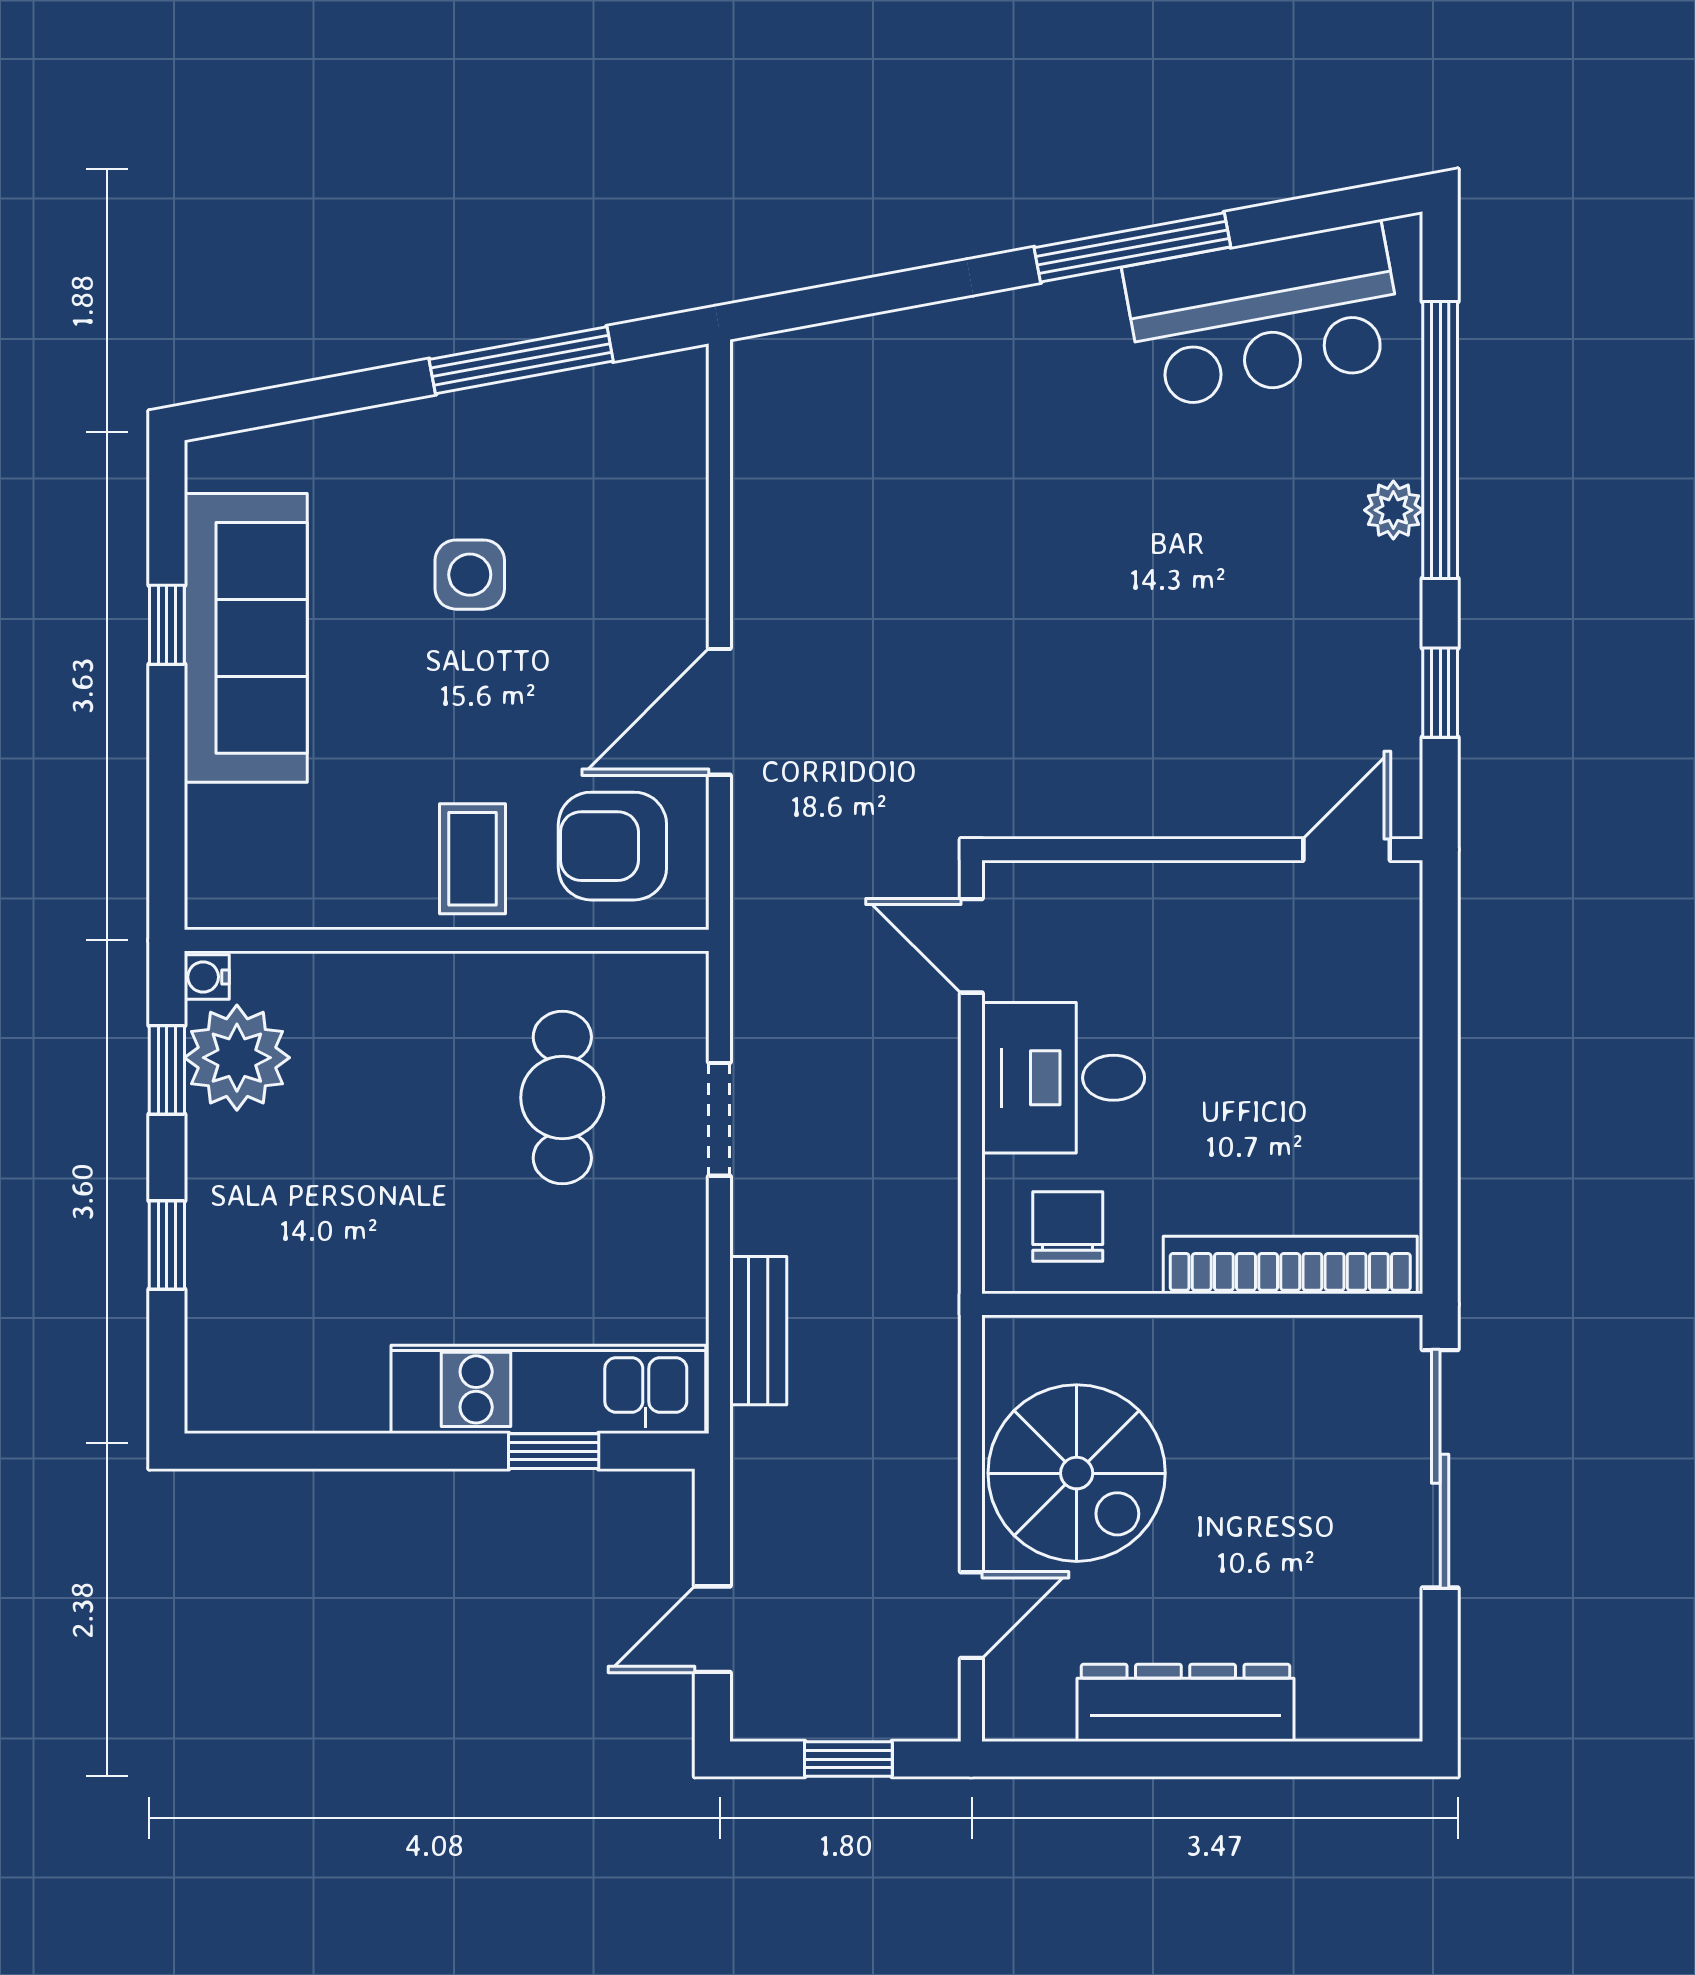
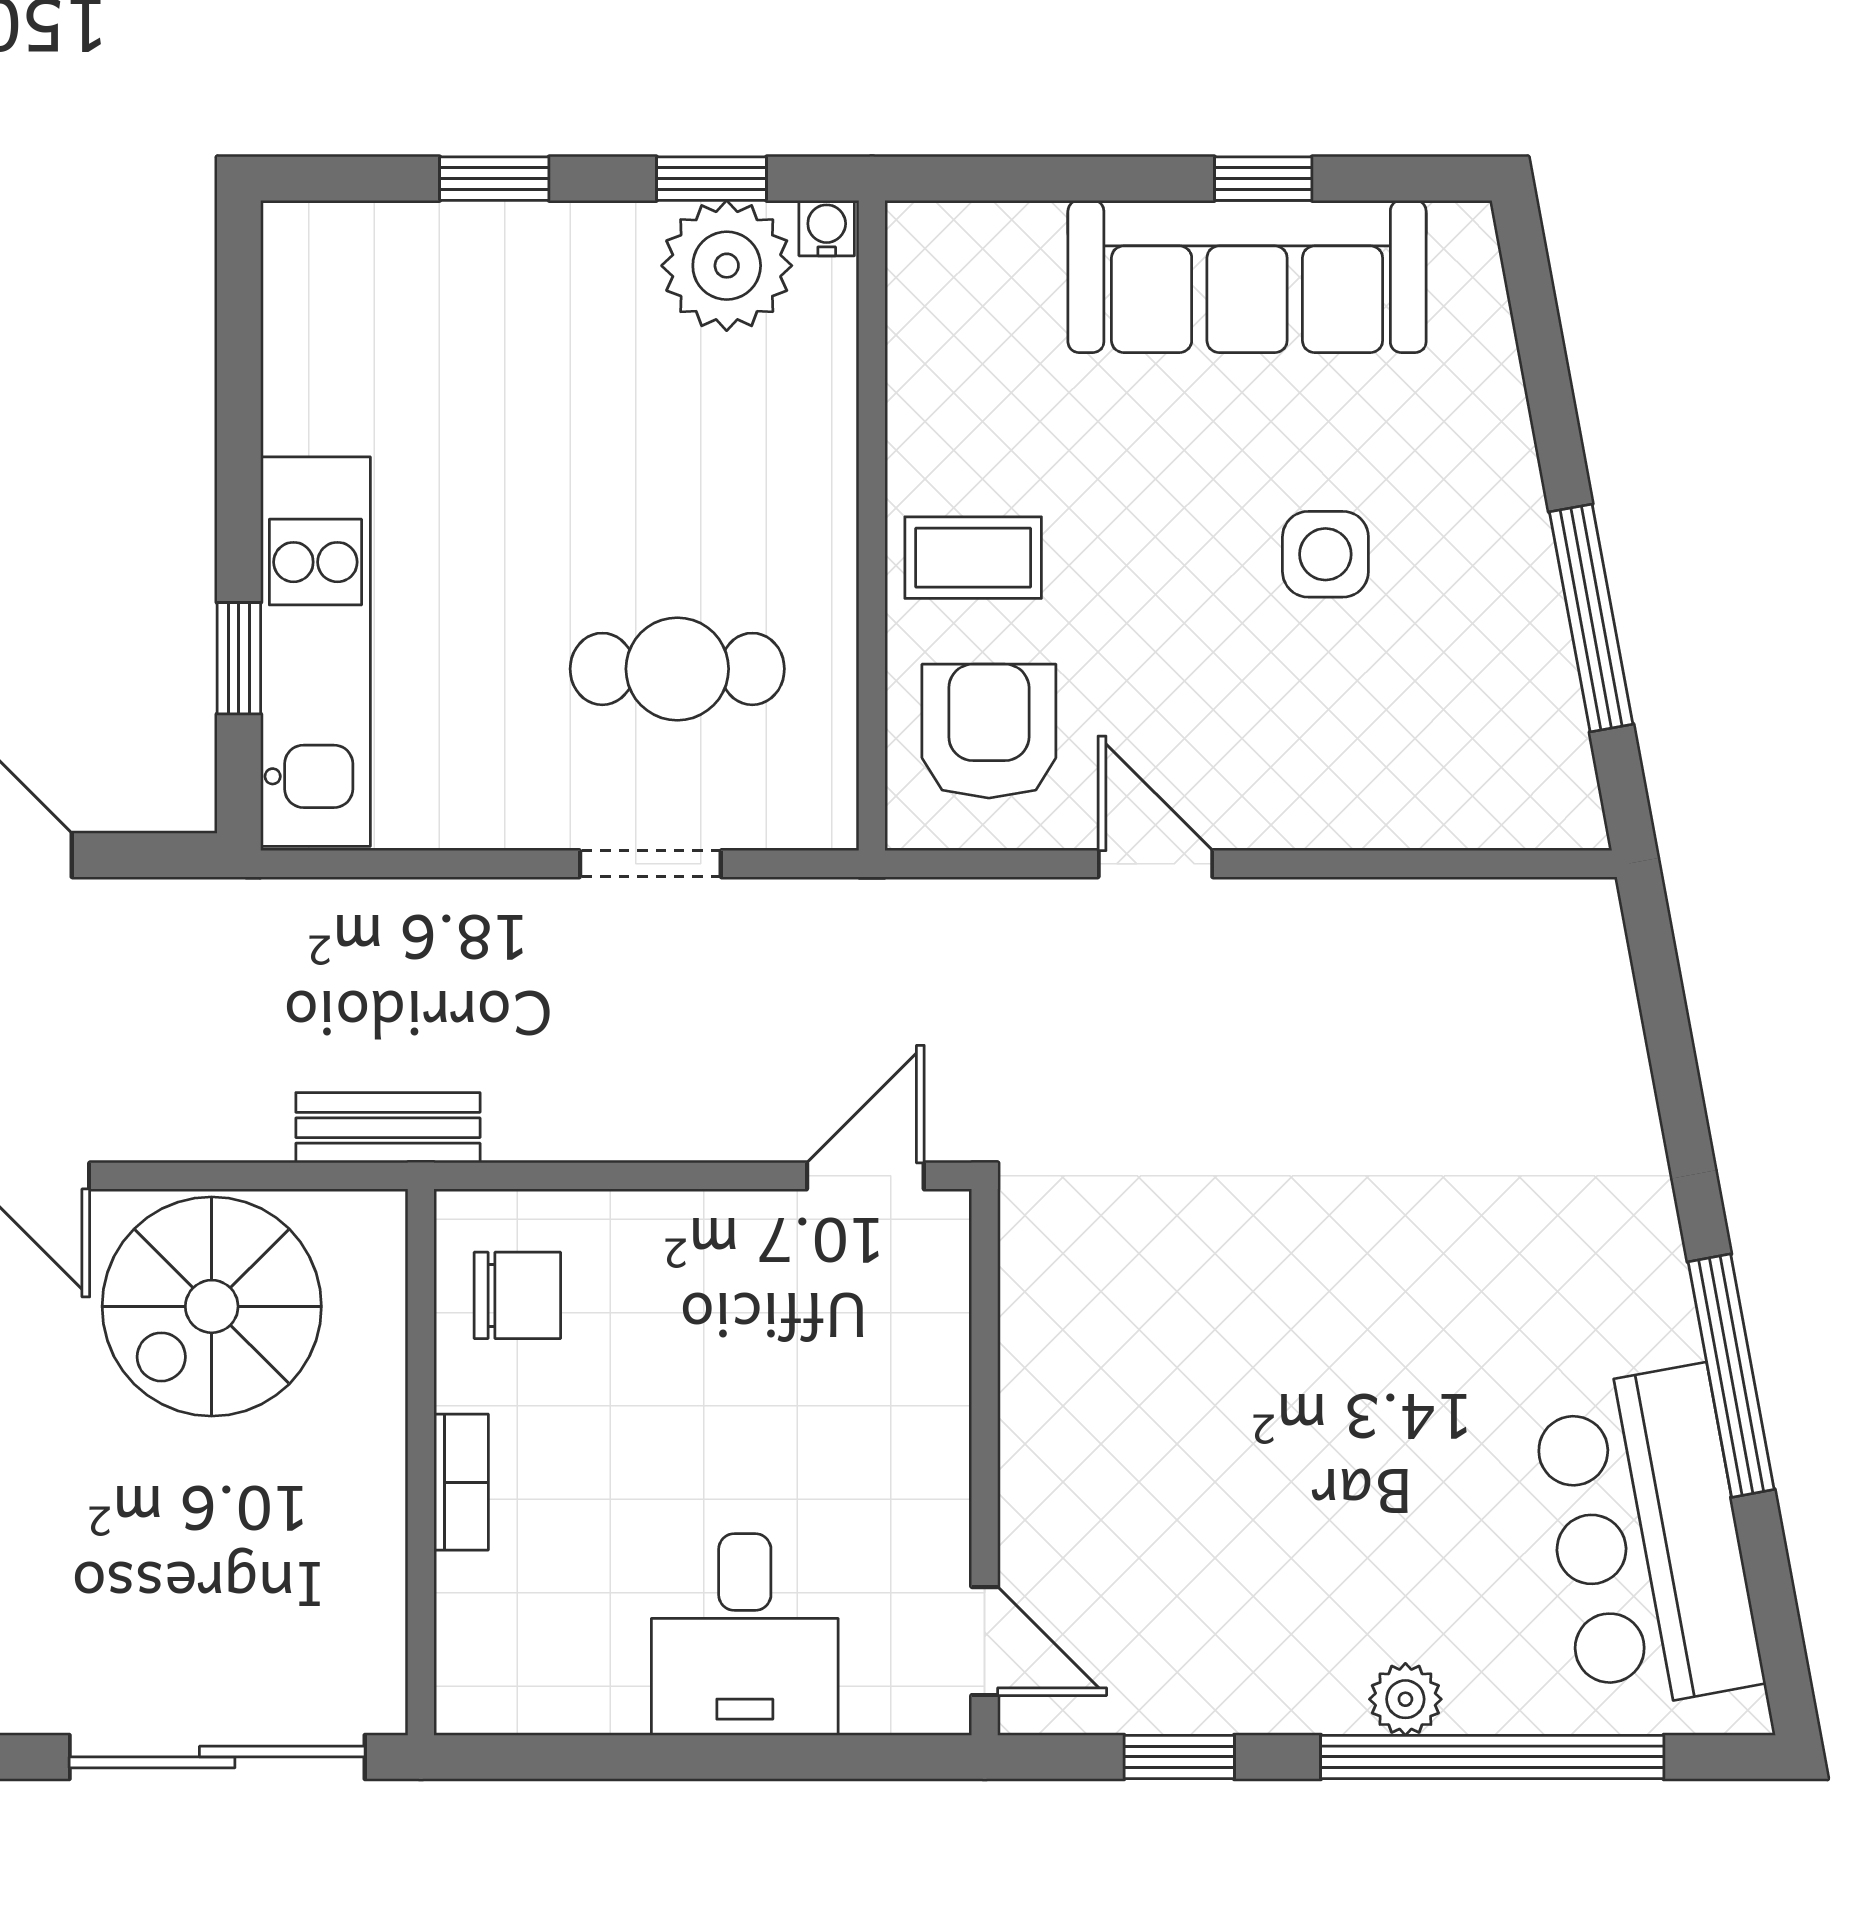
door: (719, 712) -> (1155, 864), width x0.73
desk: (1063, 1078) -> (745, 1635), moved, turned 180
bookcase: (1290, 1265) -> (461, 1482), width x0.43, depth x0.76
bench: (758, 1331) -> (388, 1128), moved

